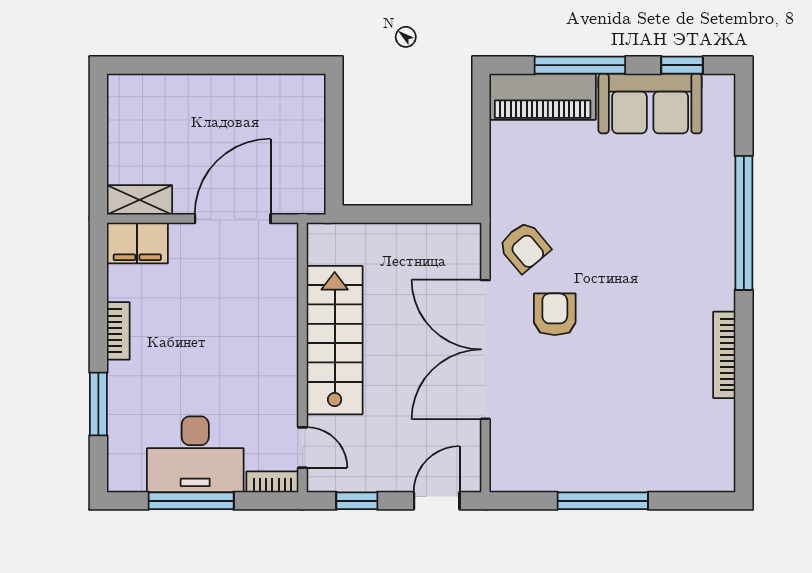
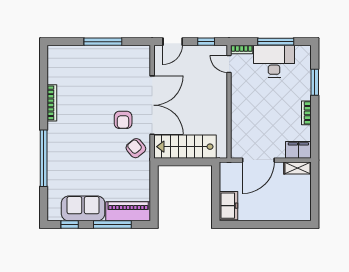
freezer: (304, 110) -> (229, 206), added
stairs: (335, 340) -> (185, 147), moved, turned 90

